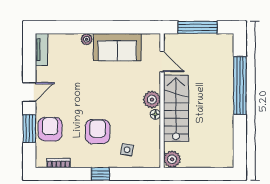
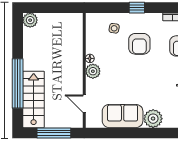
plant: (87, 39) -> (153, 119), width x1.88, depth x1.88
stairs: (176, 108) -> (34, 99), moved, turned 180
plant: (172, 159) -> (30, 20), moved

